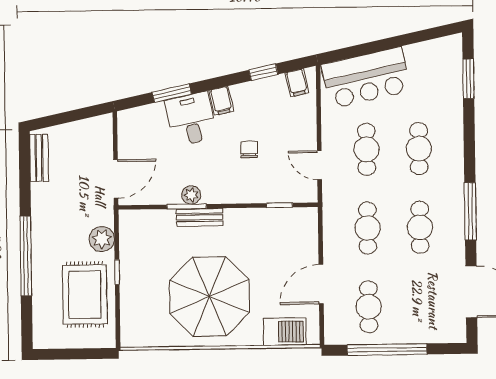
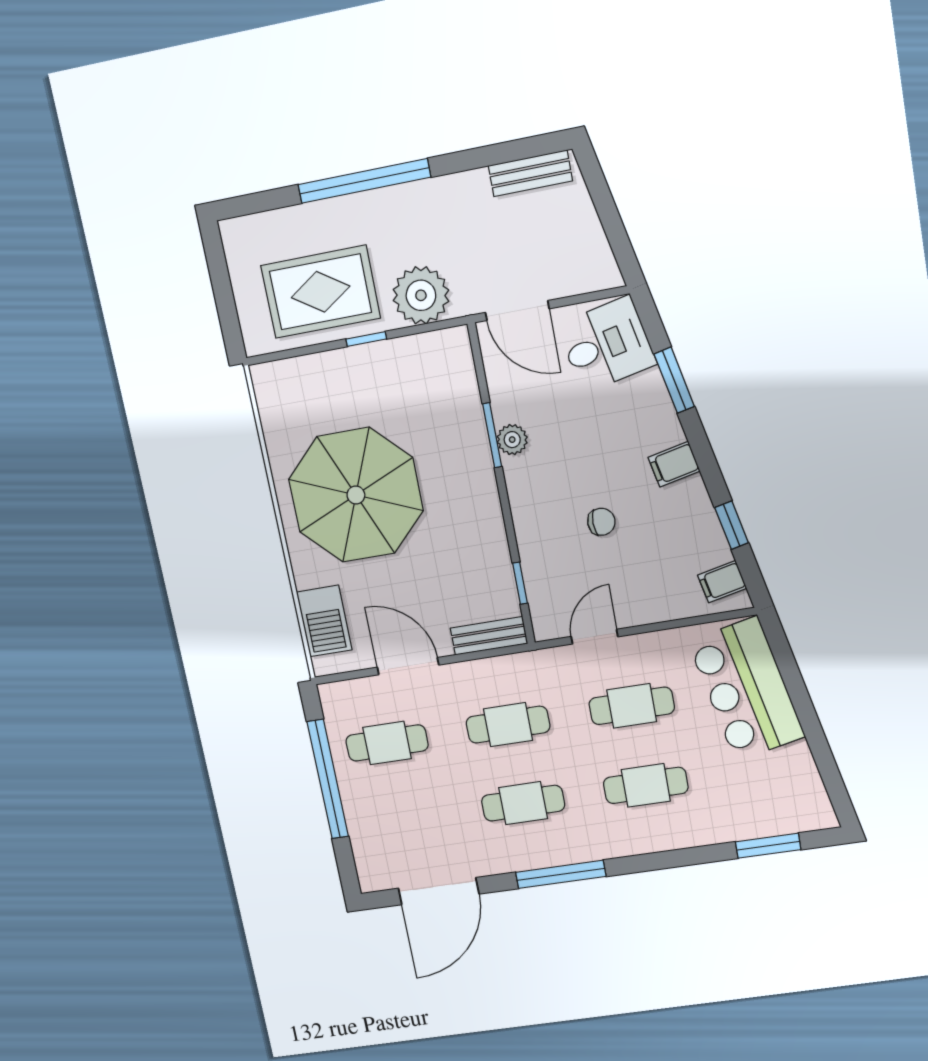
desk: (191, 119) -> (606, 345), moved
bench: (200, 217) -> (489, 636), moved, turned 90
plant: (102, 239) -> (421, 295), width x1.36, depth x1.36

